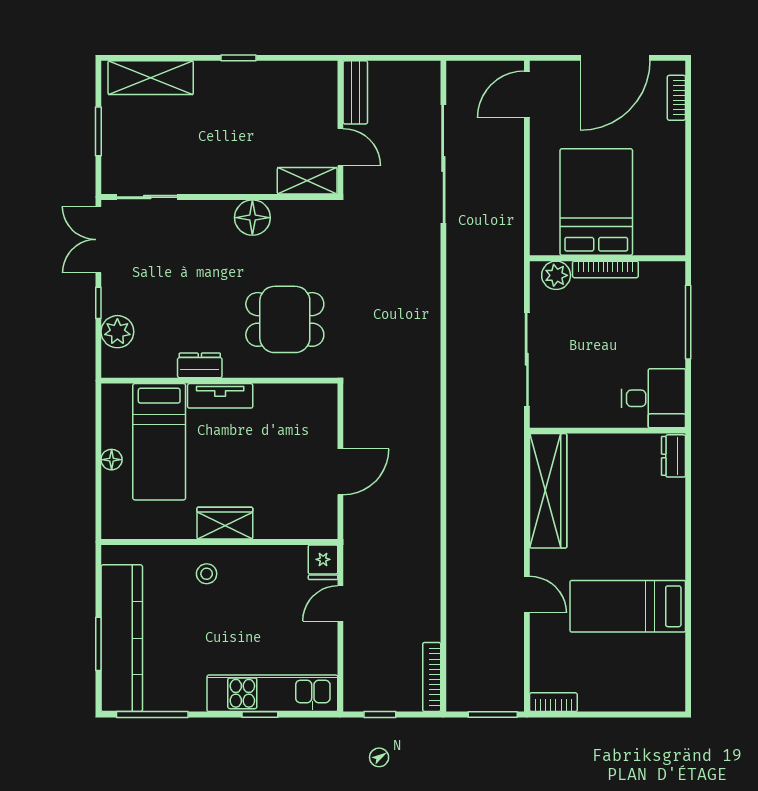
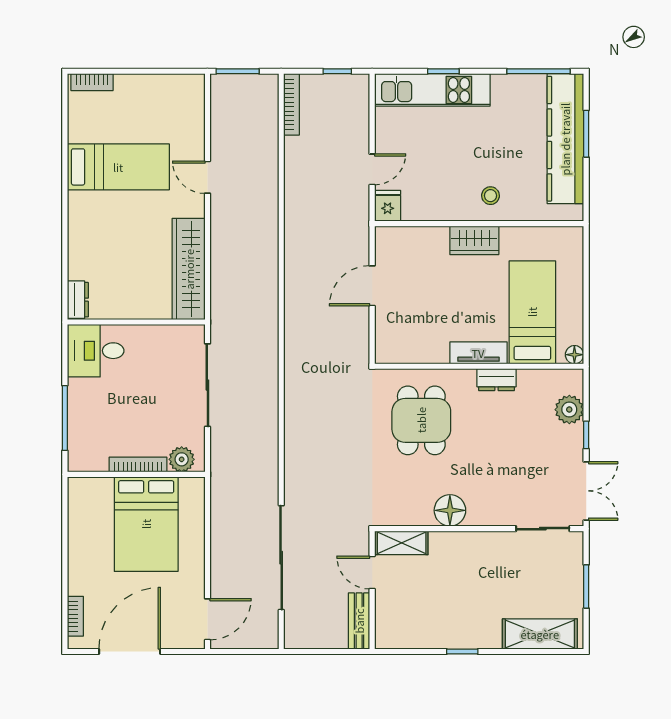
dining table: (285, 319) -> (421, 420), turned 90
floor lamp: (112, 460) -> (574, 355), moved
bookcase: (553, 702) -> (92, 82), moved

